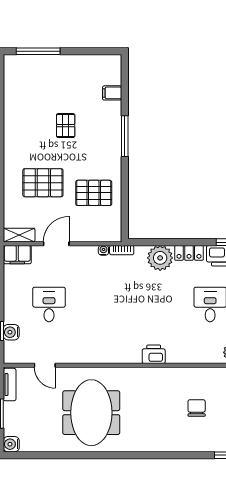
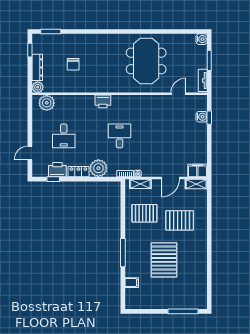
pallet: (66, 126) -> (164, 260), width x2.05, depth x2.00
shelving: (100, 235) -> (140, 184), added
desk: (49, 304) -> (120, 136), moved, turned 180
door: (45, 365) -> (178, 94), hinge flipped

